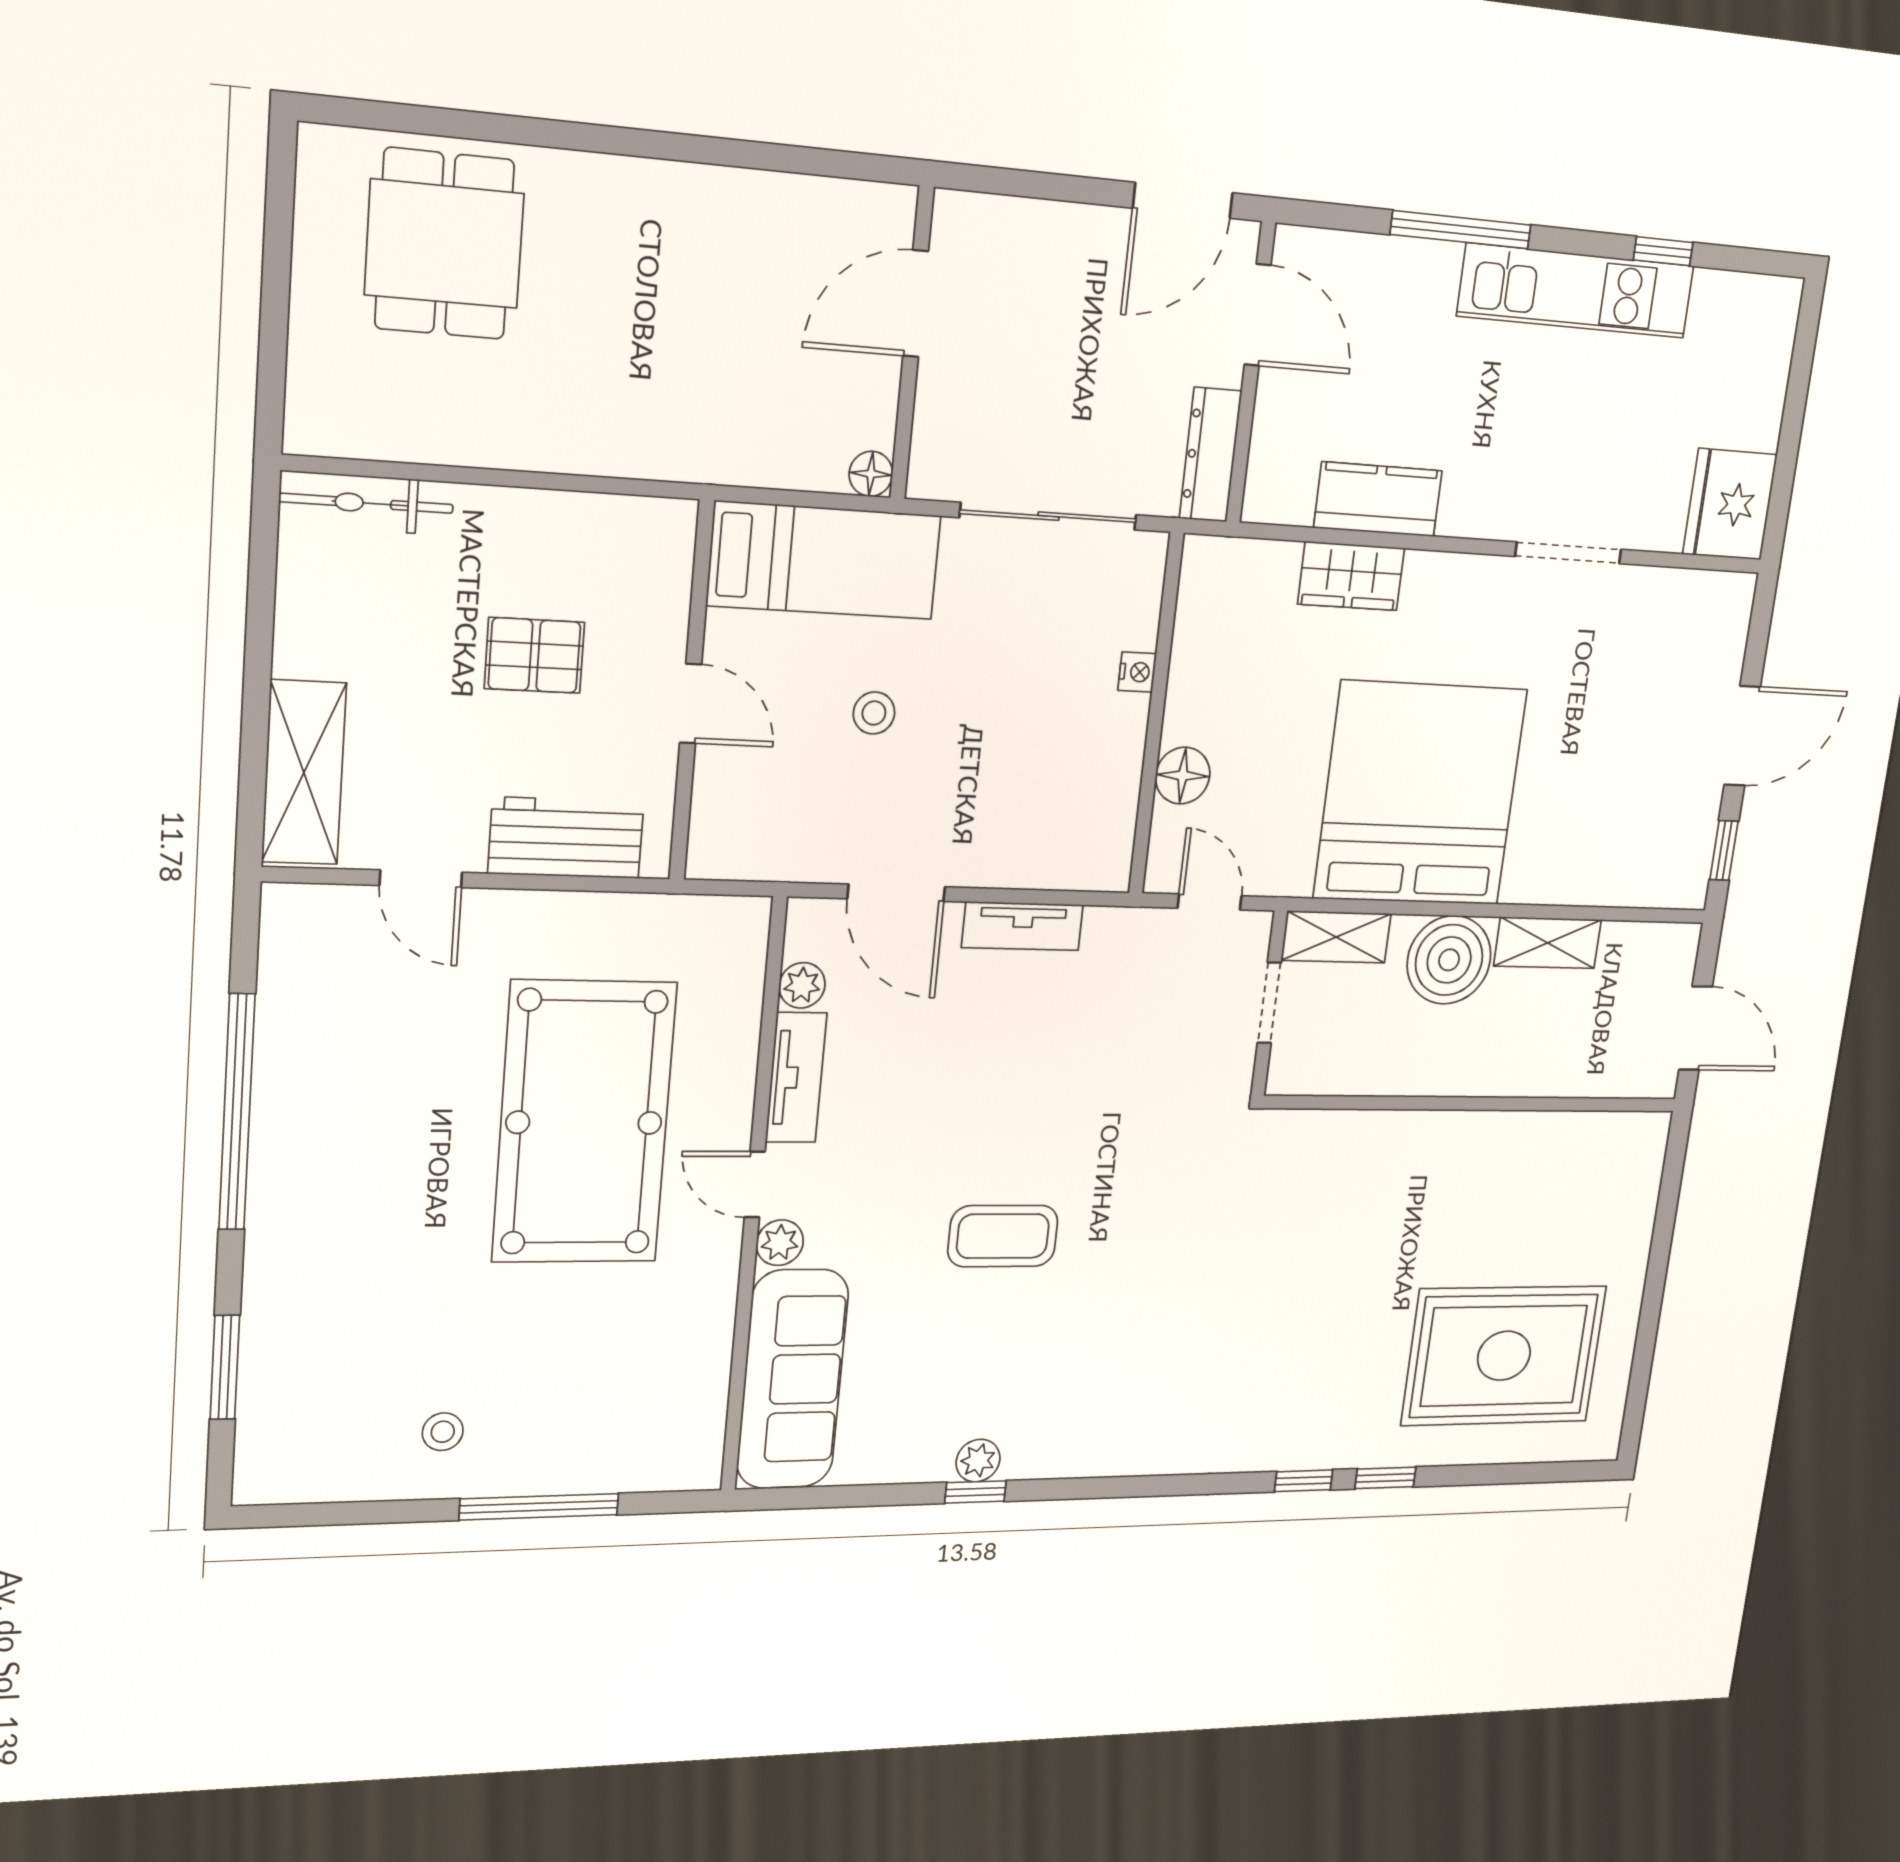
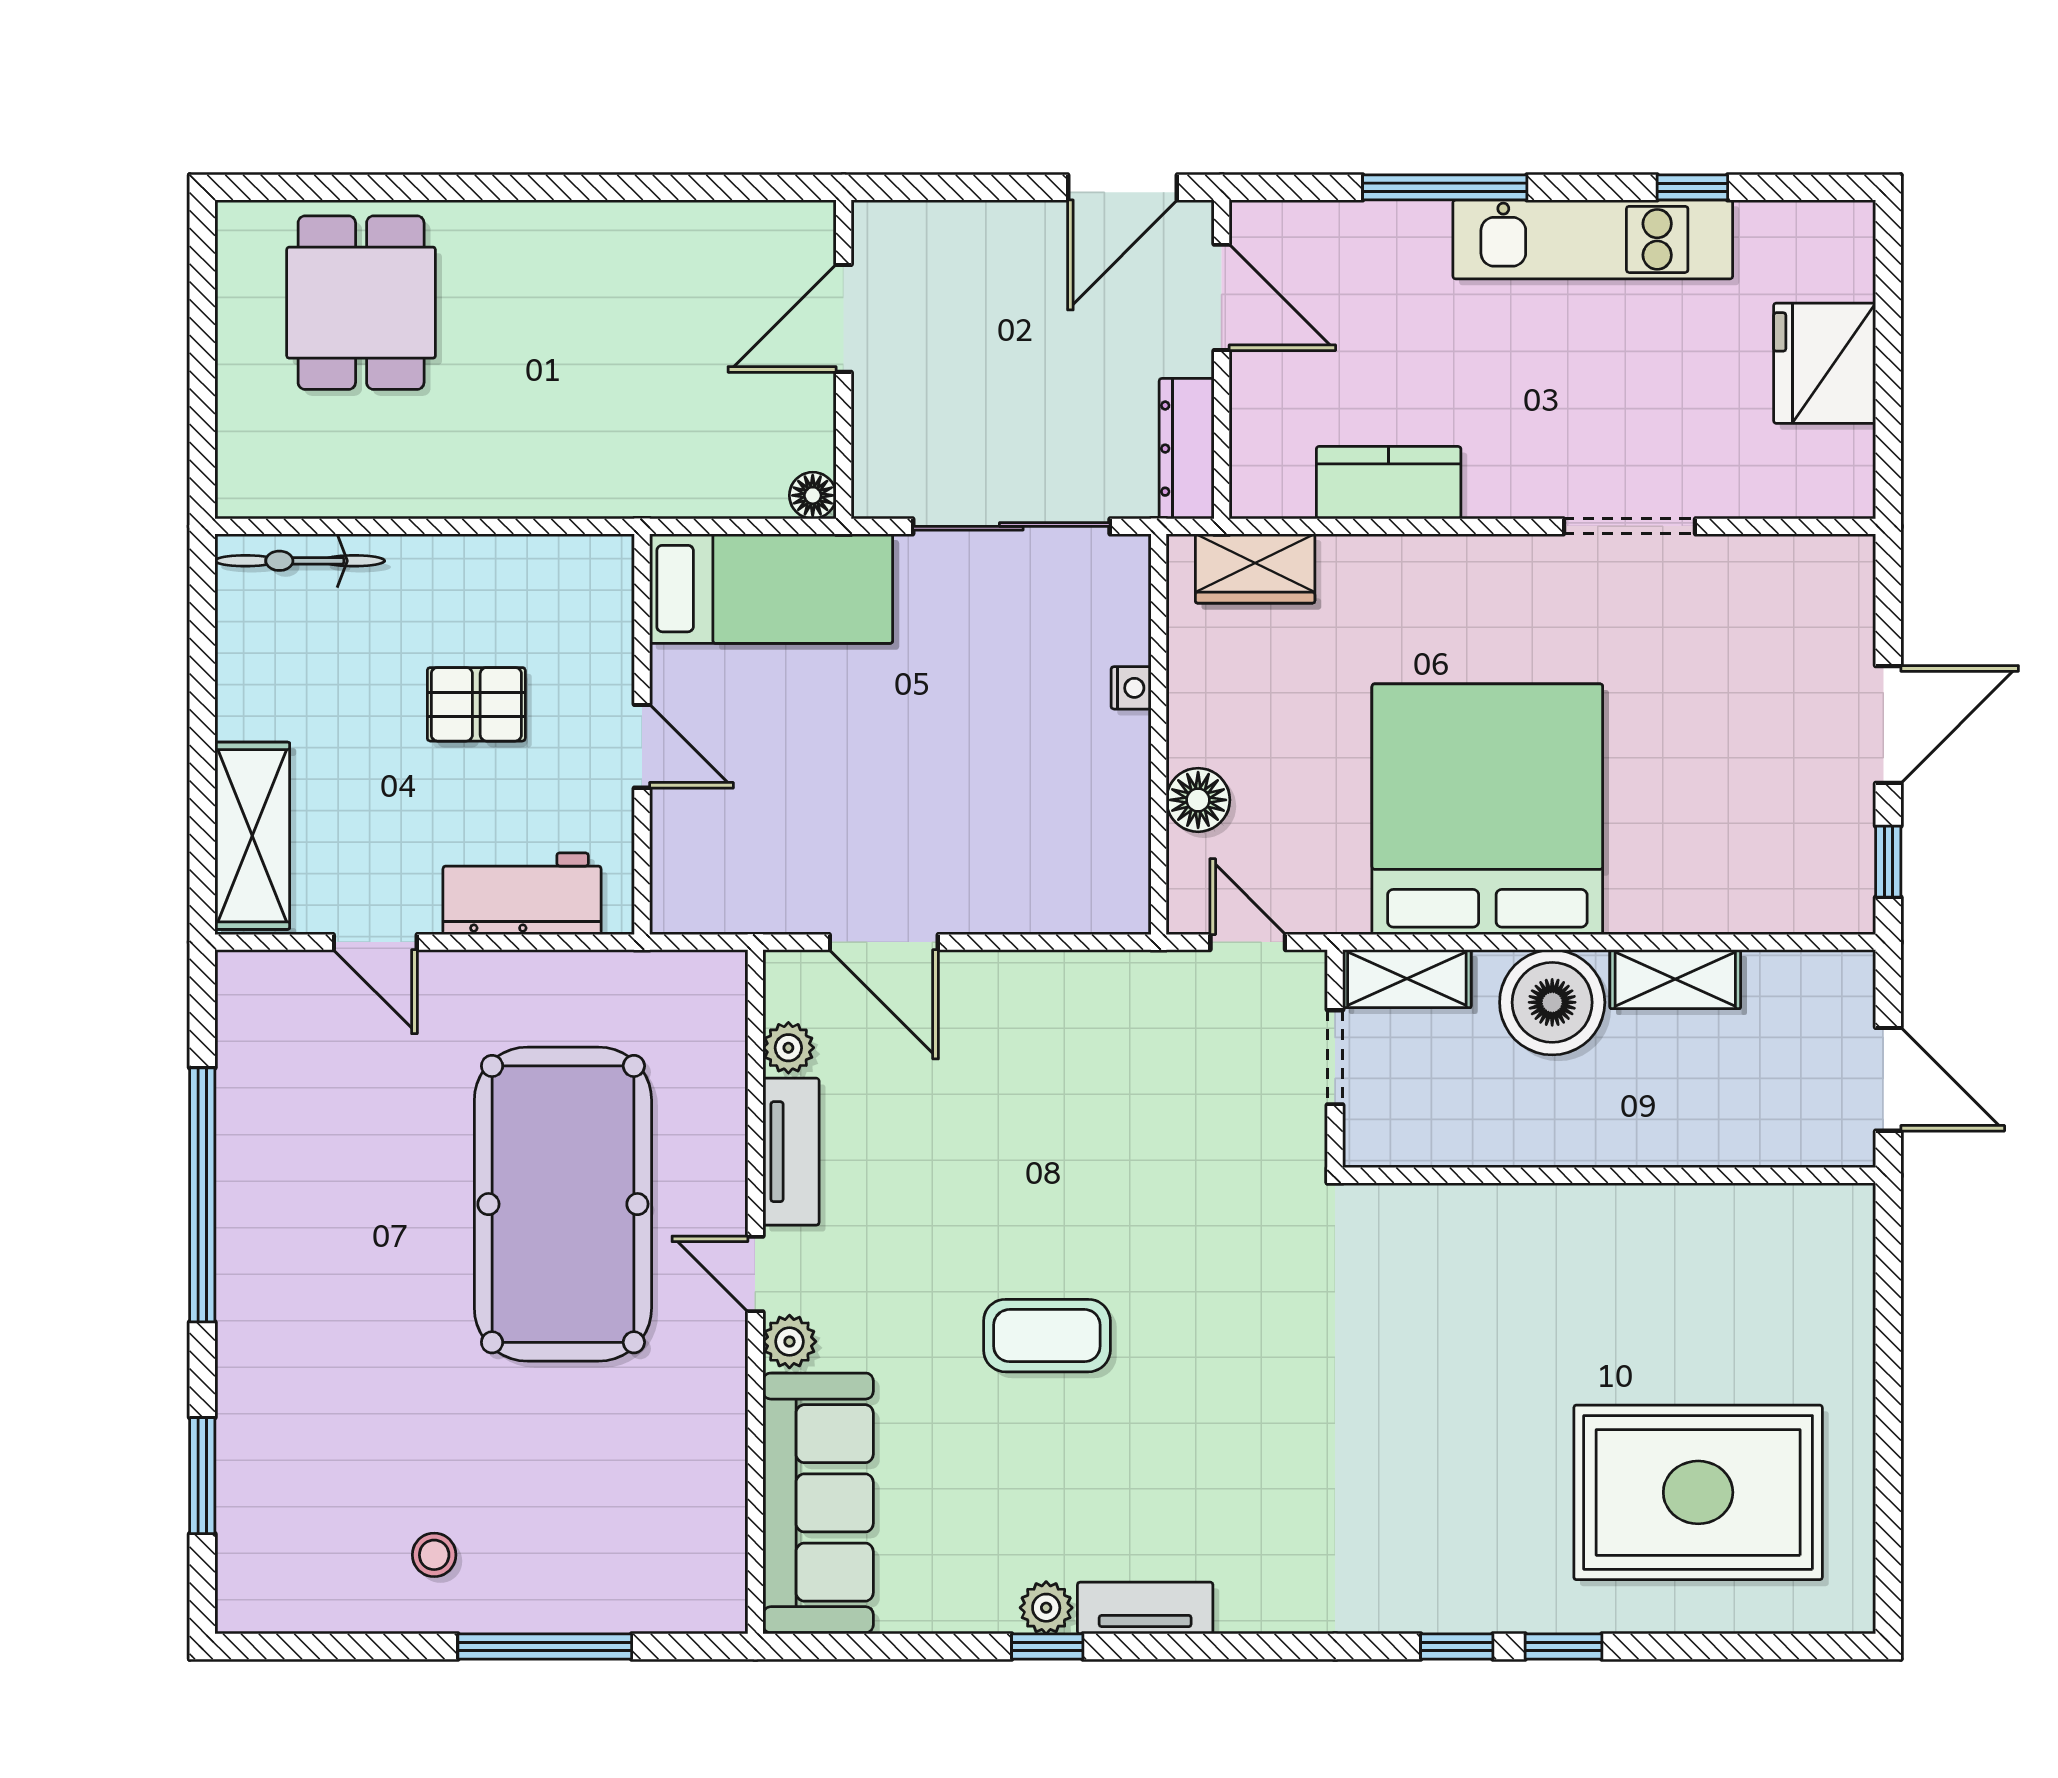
fridge: (1730, 504) -> (1825, 363), moved
wardrobe: (1351, 576) -> (1255, 569), moved
stool: (874, 713) -> (840, 747), removed
tv unit: (1022, 926) -> (1145, 1608), moved, turned 180

